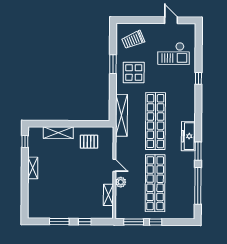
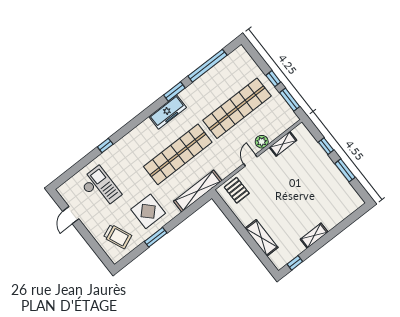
pallet: (89, 142) -> (237, 190), moved

